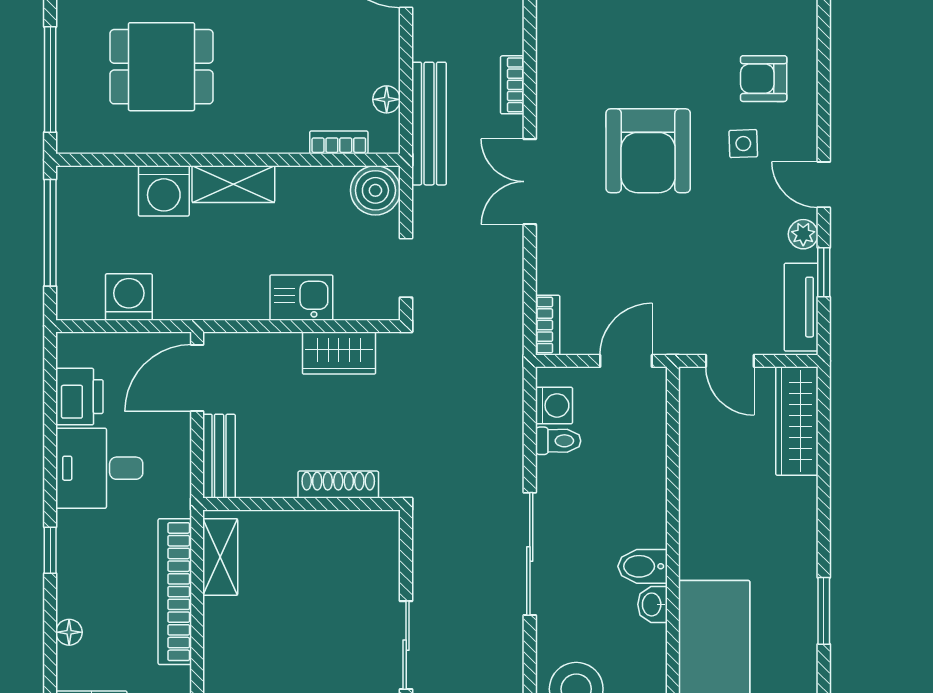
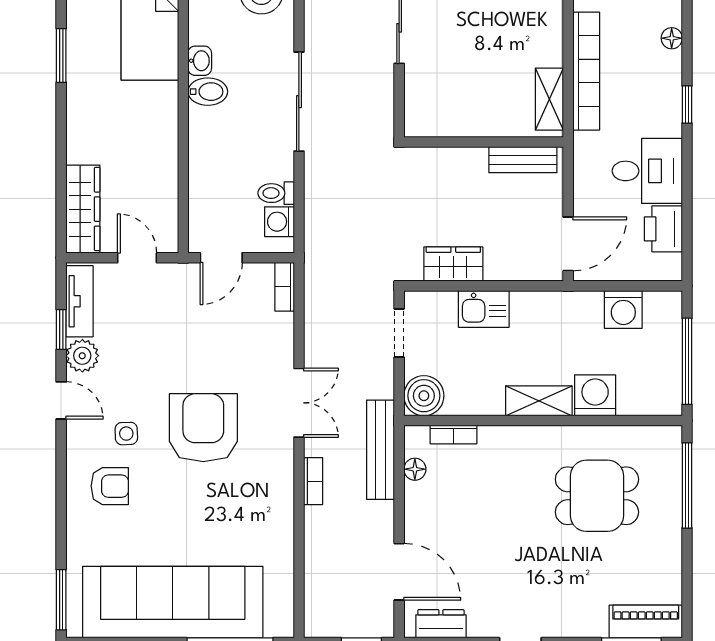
plant: (803, 234) -> (82, 356), width x1.38, depth x1.38
bench: (219, 456) -> (523, 160), moved, turned 90
shoe rack: (338, 485) -> (454, 158), removed

